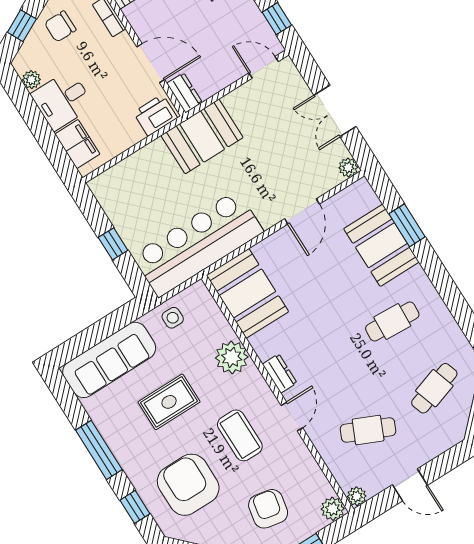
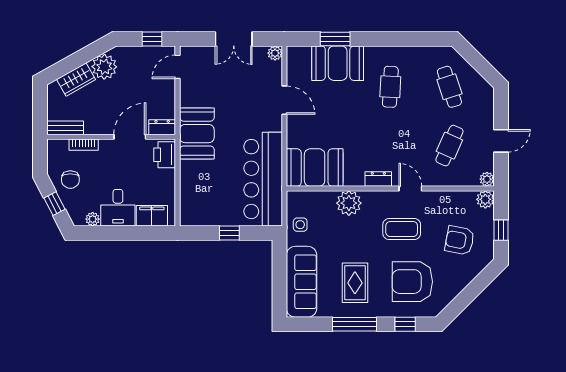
rug: (169, 402) -> (355, 283), moved

